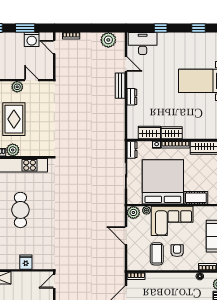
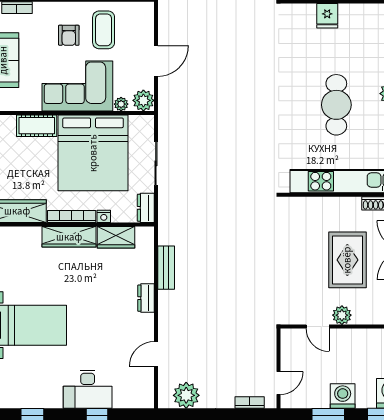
washing machine: (32, 39) -> (343, 396), moved
desk: (143, 43) -> (88, 389), moved
door: (54, 47) -> (279, 383), hinge flipped
door: (126, 64) -> (156, 354), hinge flipped
bench: (120, 86) -> (166, 268), moved
wardrobe: (172, 133) -> (69, 237), width x1.50
plant: (13, 150) -> (350, 207), removed
door: (126, 236) -> (156, 61), hinge flipped

